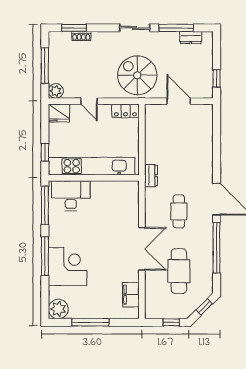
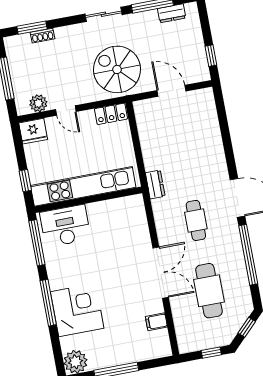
plant: (56, 91) -> (38, 103), moved
filing cabinet: (131, 295) -> (156, 322), width x0.50

